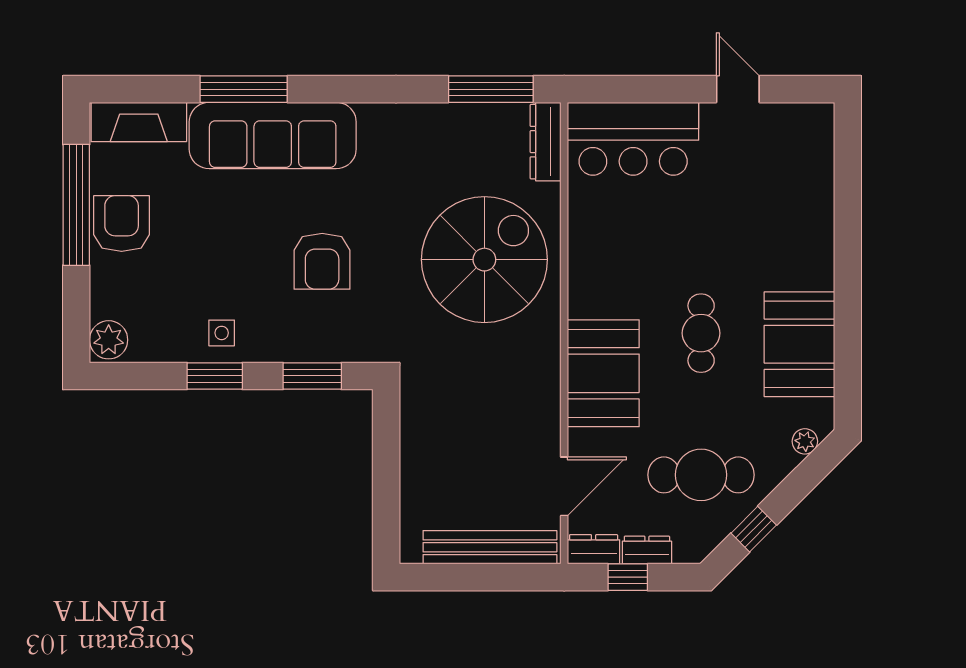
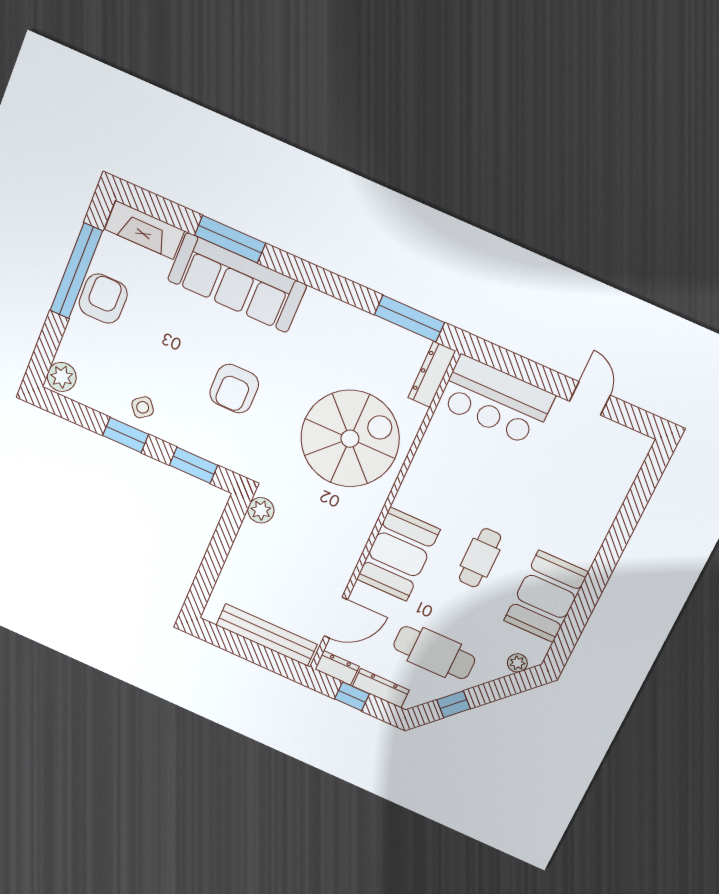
side table: (222, 333) -> (143, 407), turned -38
plant: (416, 394) -> (261, 510), added
dresser: (647, 550) -> (381, 688), width x1.44

